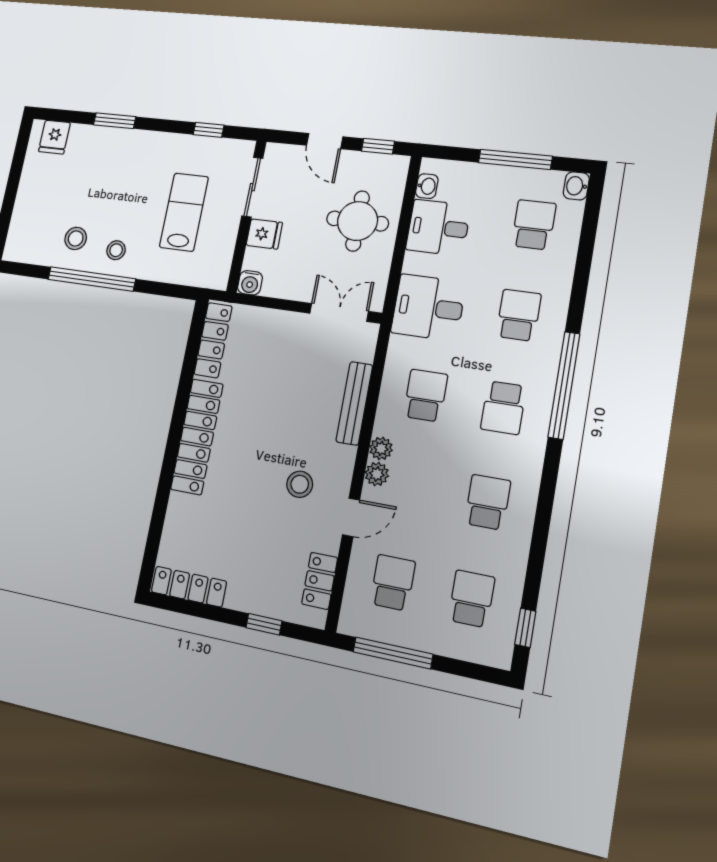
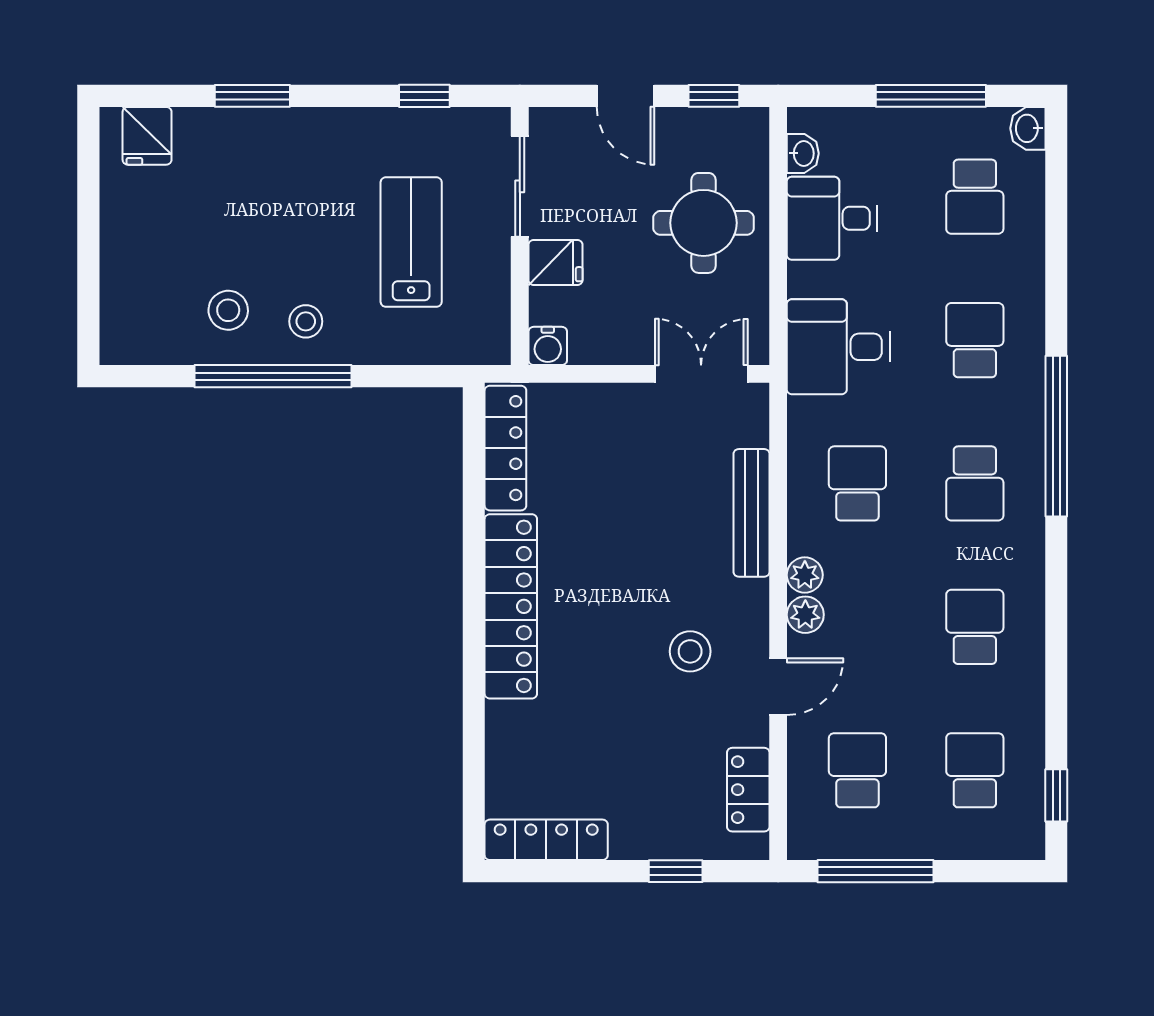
school desk: (534, 225) -> (975, 197), turned 180

